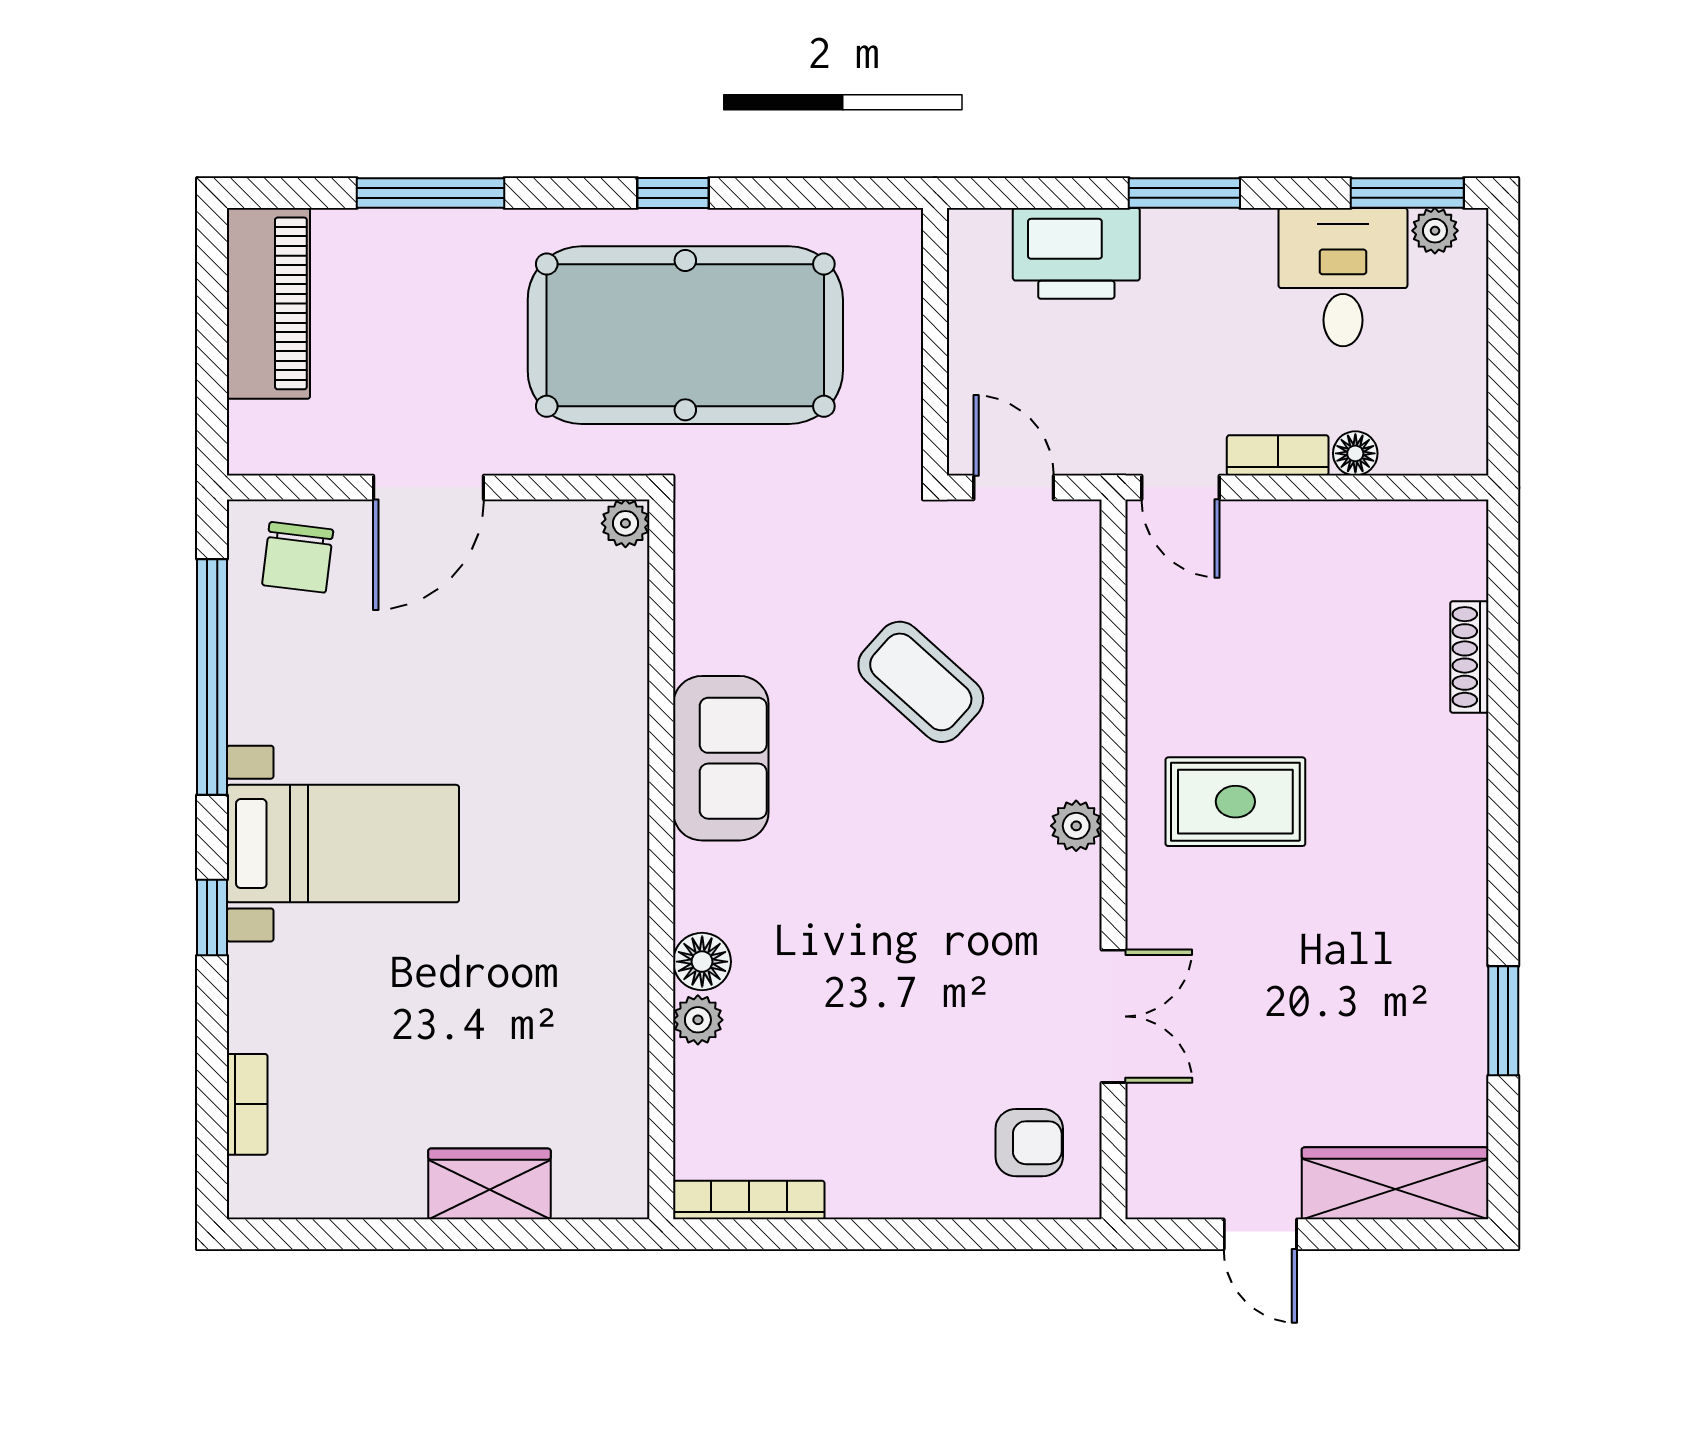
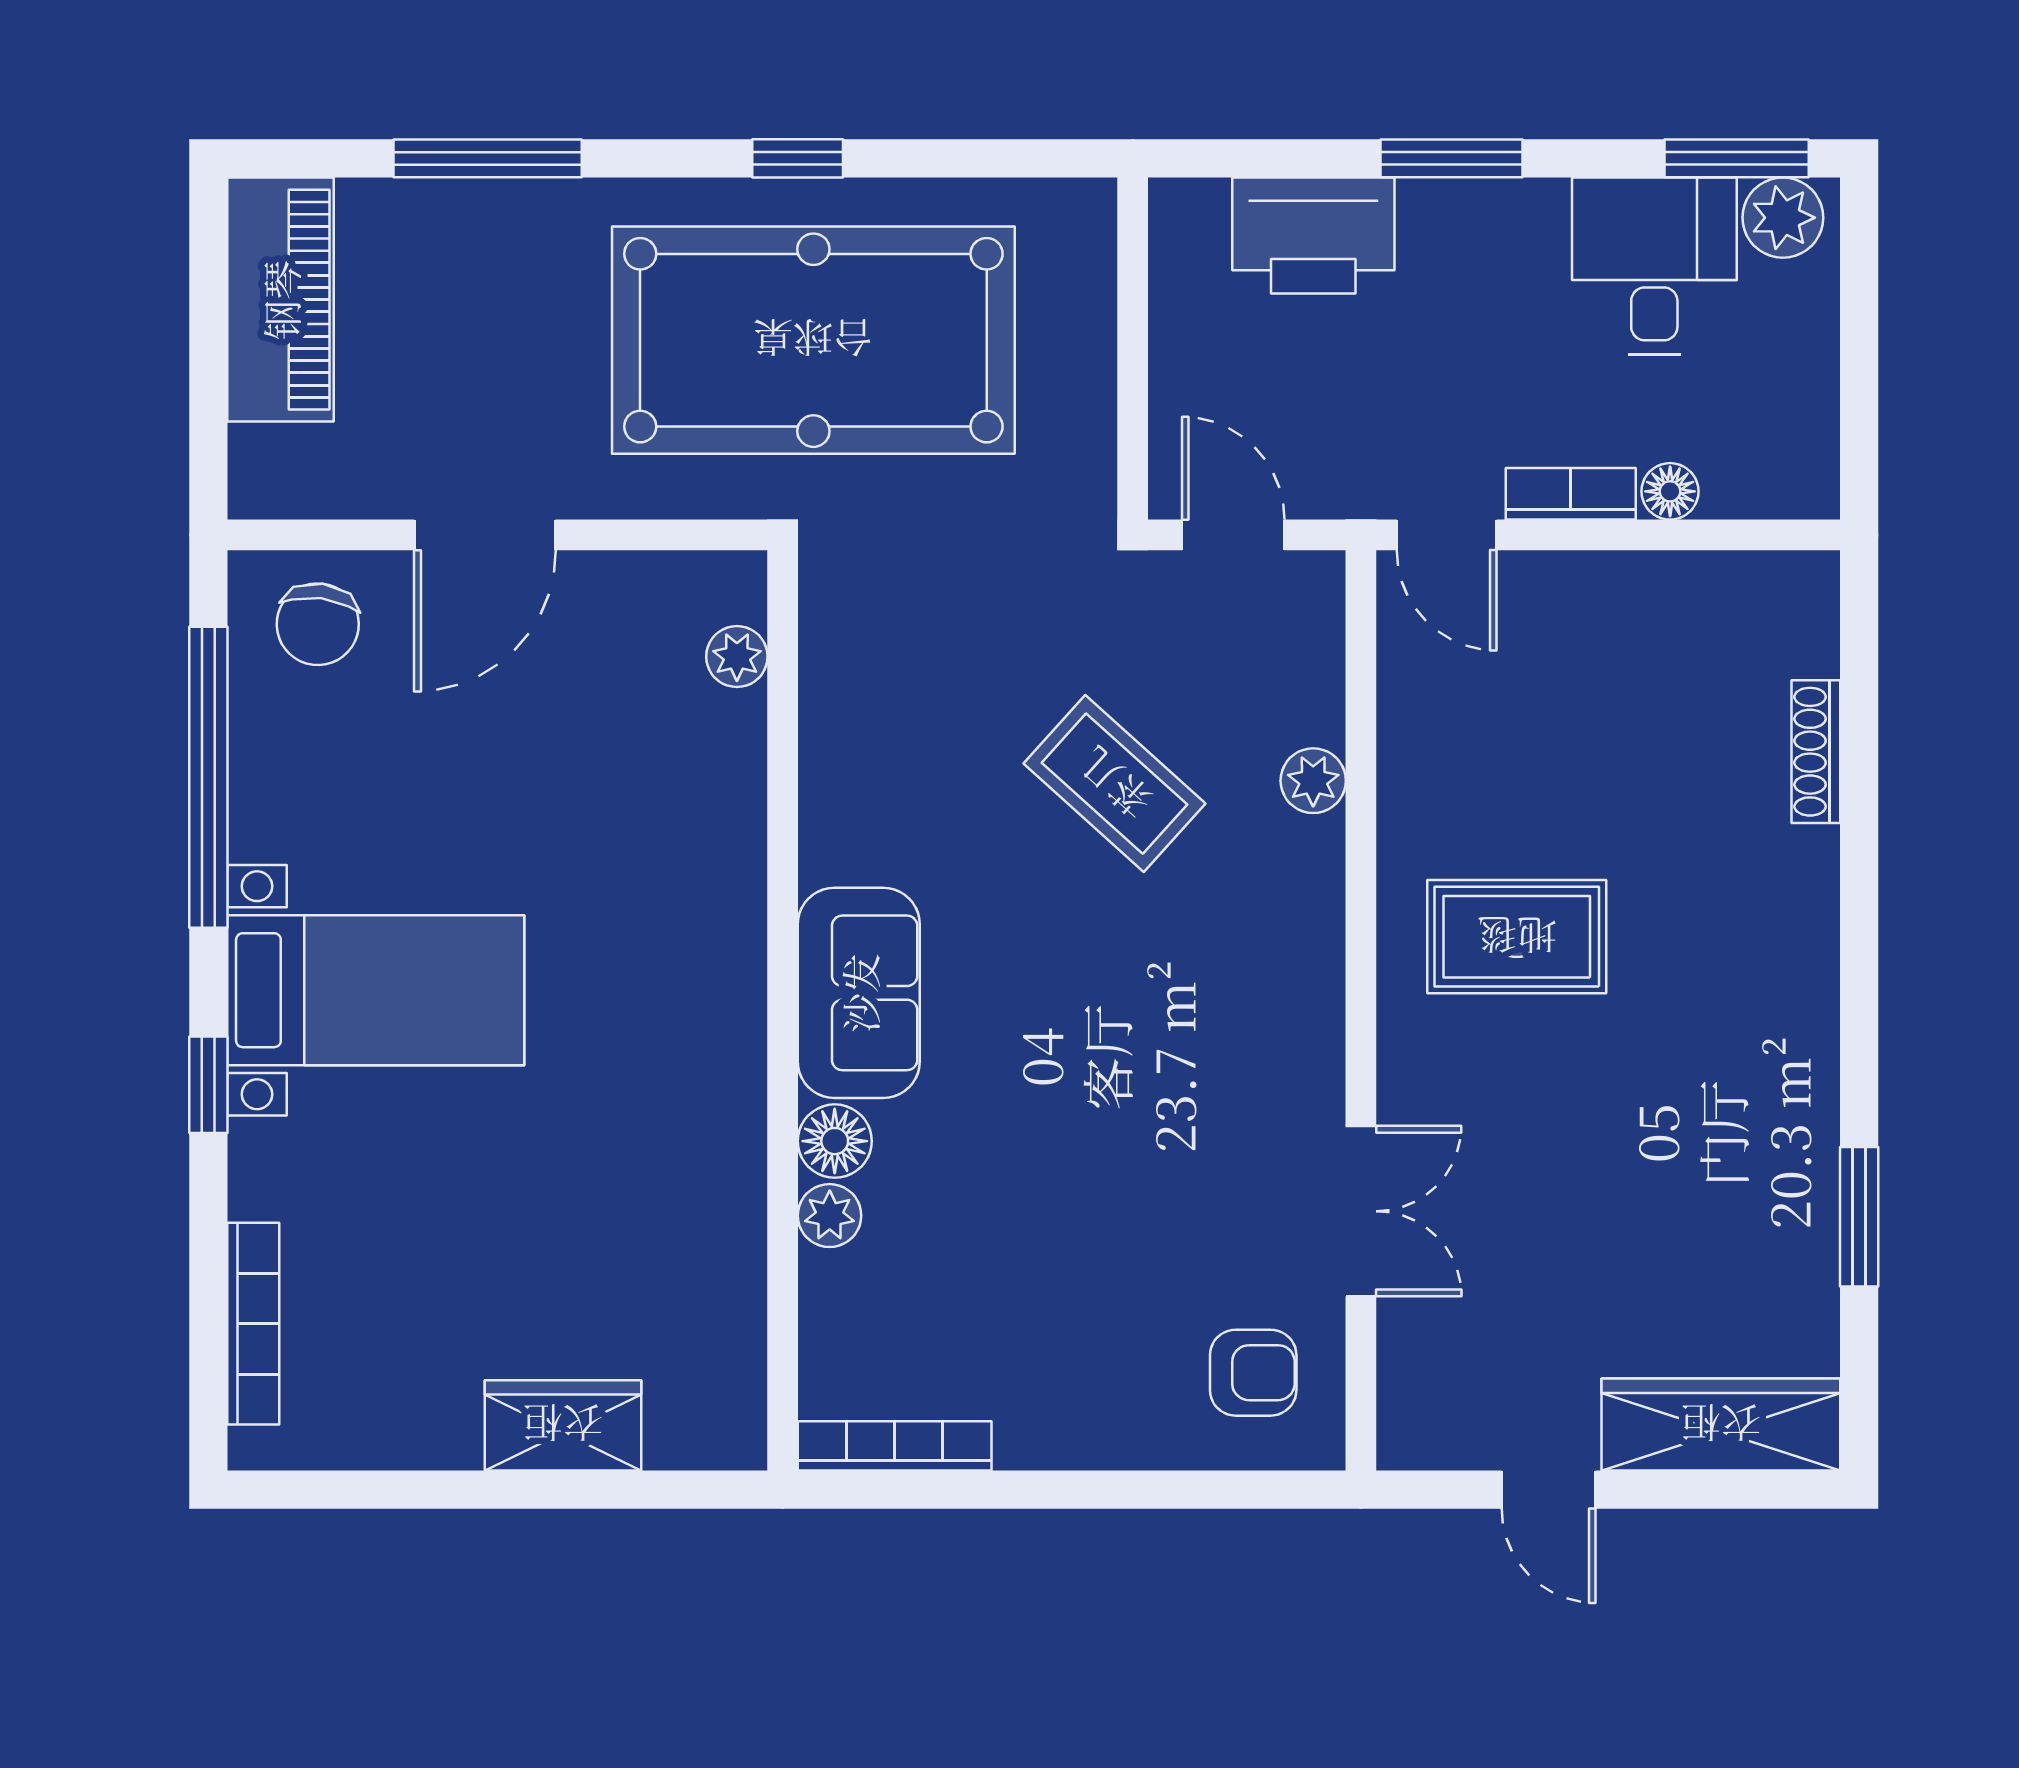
plant: (1435, 231) -> (1783, 218), width x1.38, depth x1.38
plant: (625, 523) -> (737, 657), moved
sofa: (721, 758) -> (859, 993), moved
plant: (1076, 826) -> (1313, 781), moved
bookcase: (247, 1104) -> (253, 1324), width x1.56

